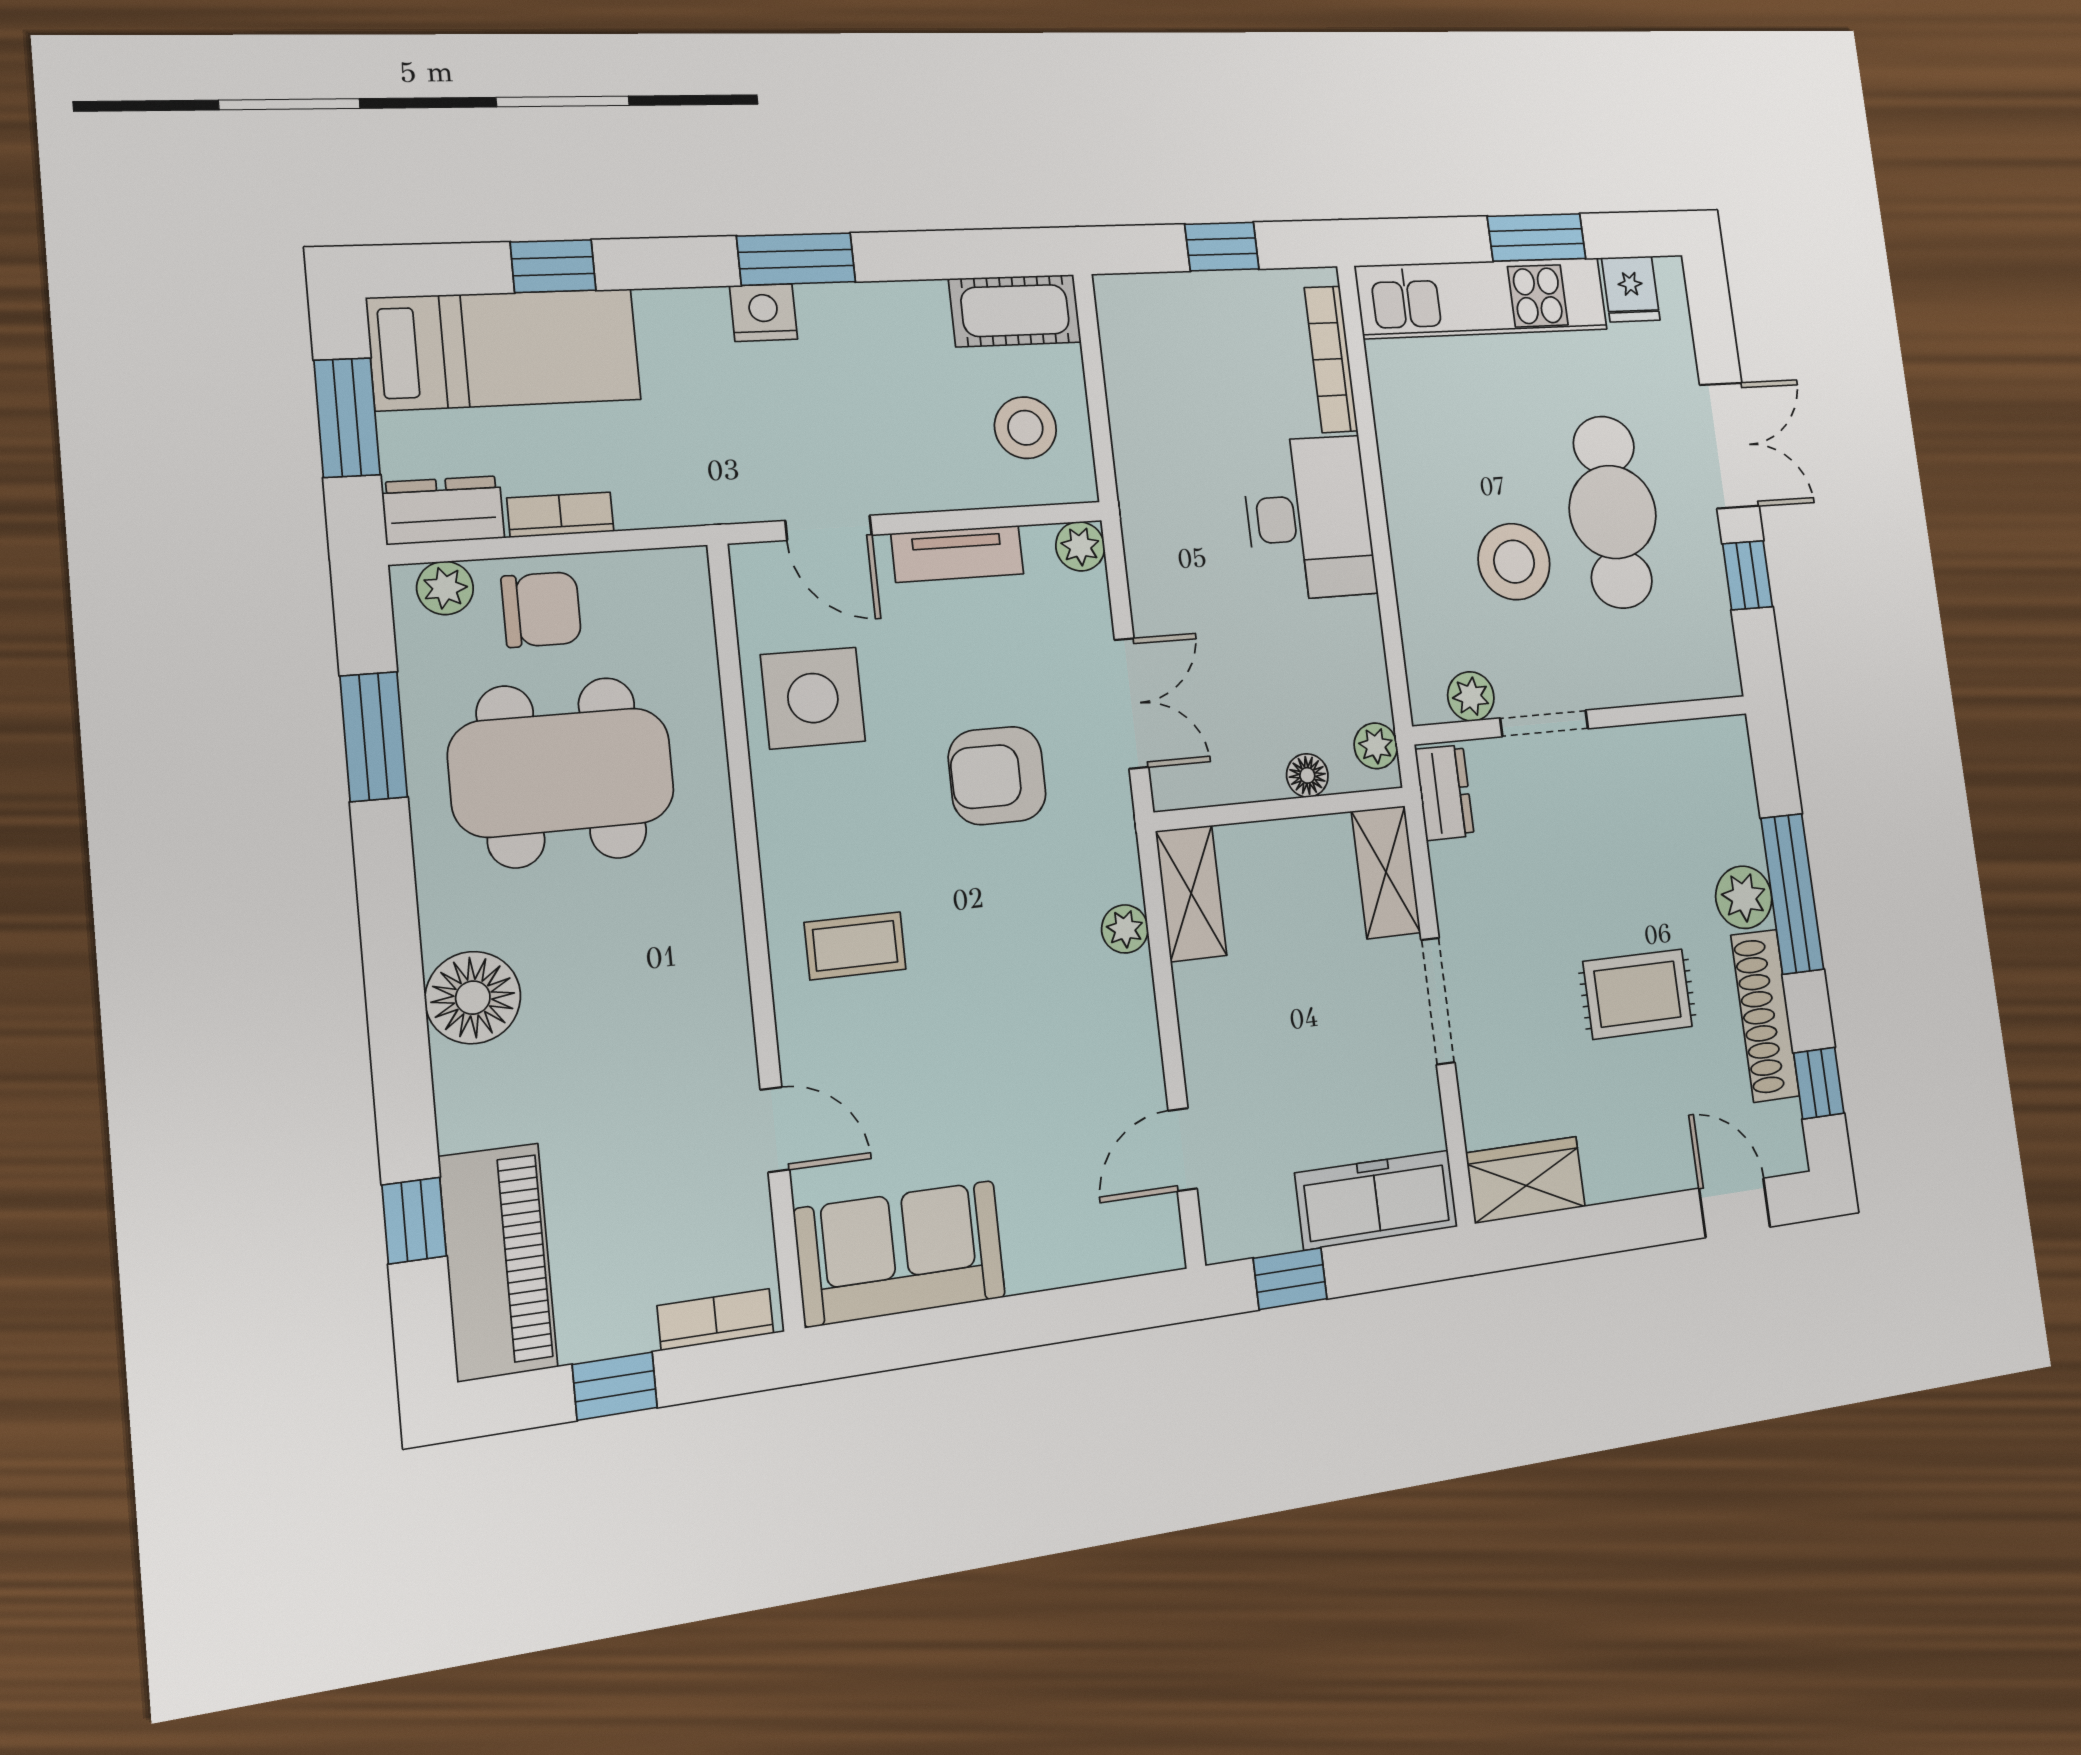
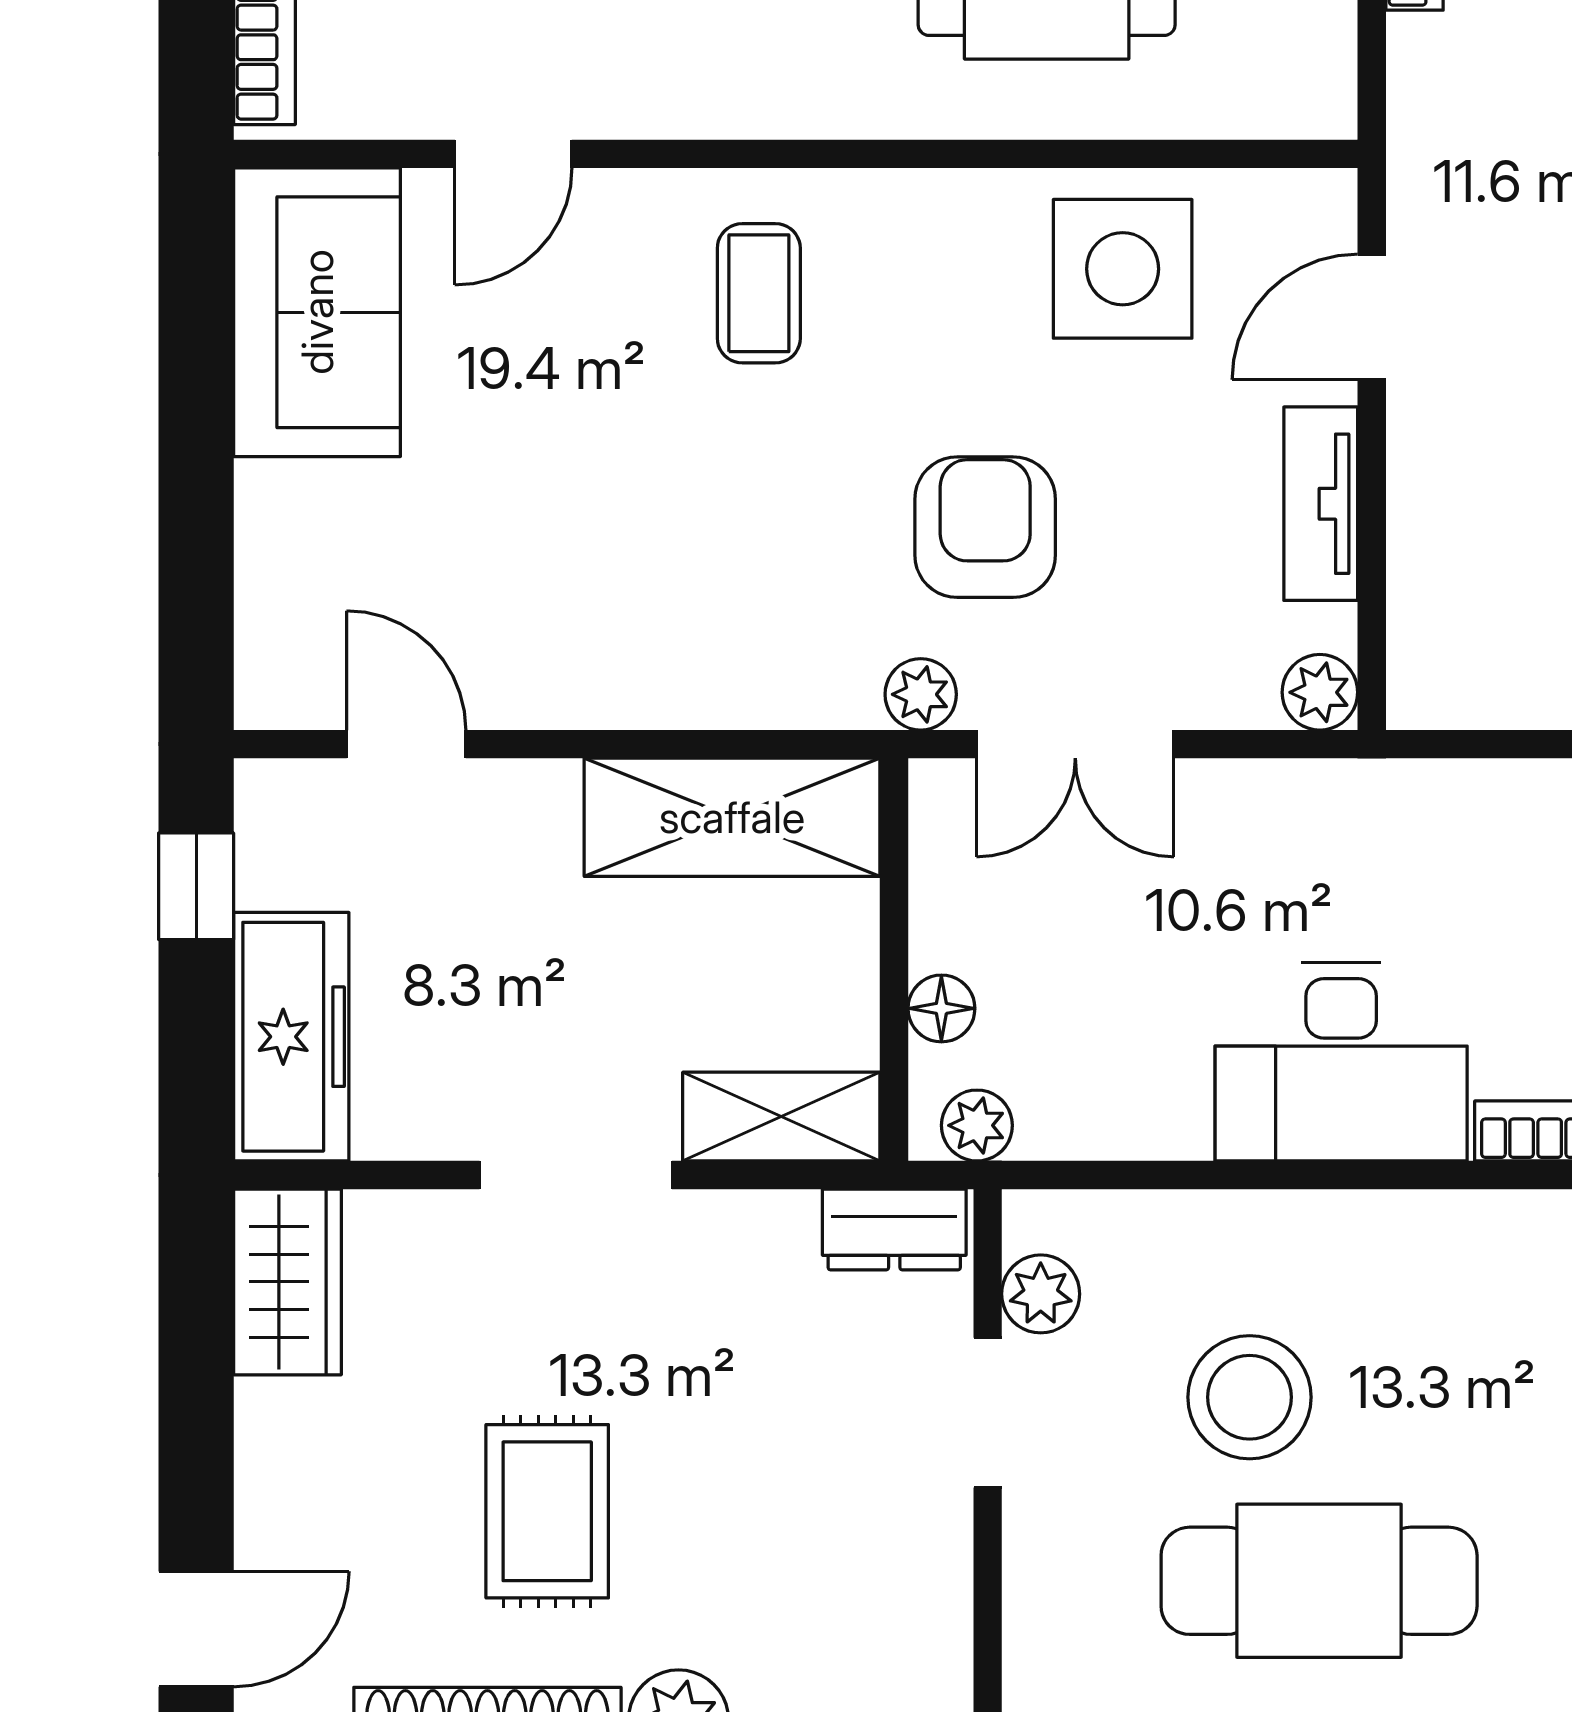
stool: (1025, 428) -> (1507, 628), removed
shelving: (1191, 893) -> (732, 817), width x1.50, depth x1.33
plant: (1125, 929) -> (921, 694), moved

